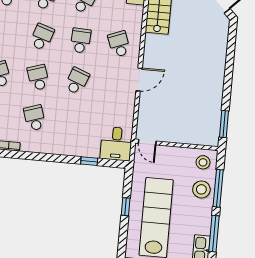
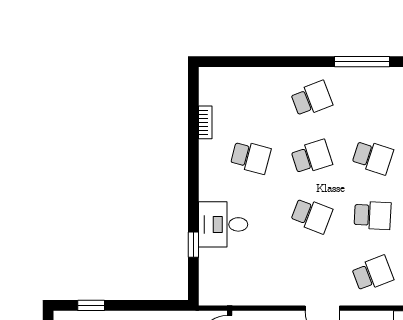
school desk: (35, 118) -> (251, 157), turned 33
desk: (116, 144) -> (223, 224), moved
window: (126, 207) -> (91, 305), moved

